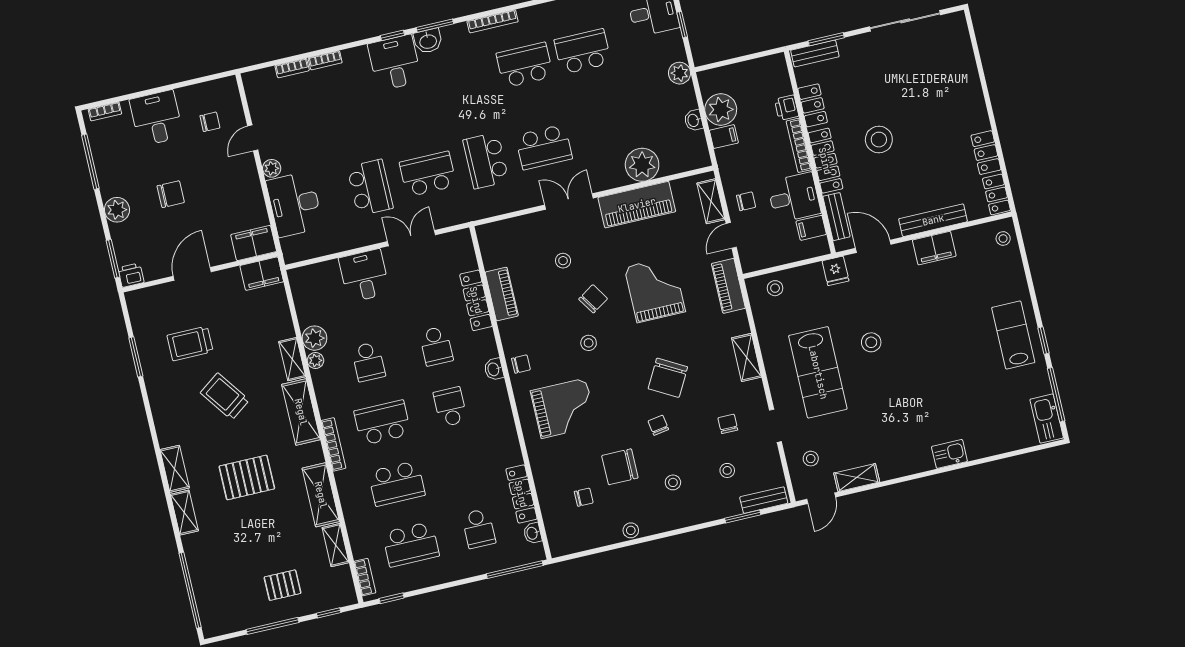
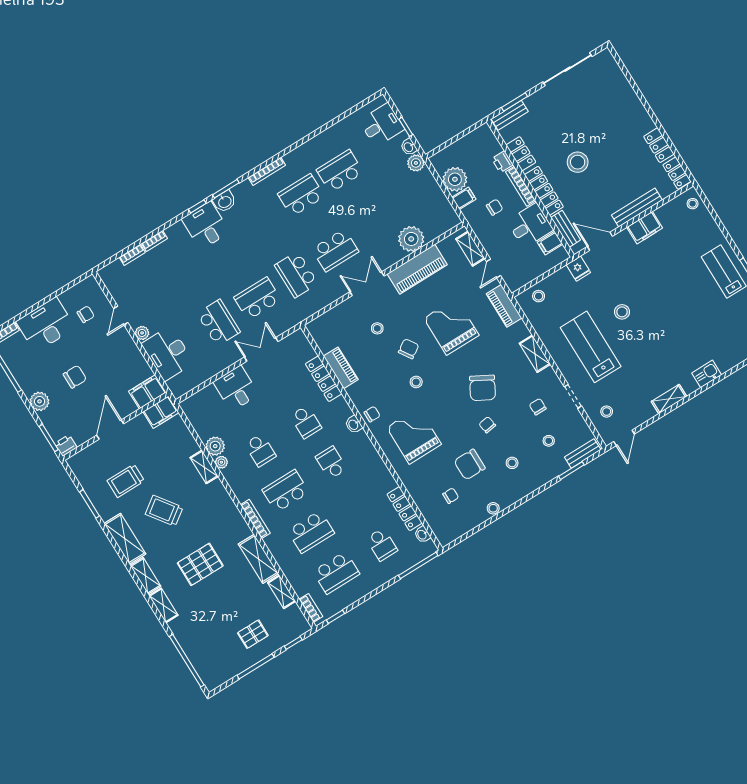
desk: (156, 118) -> (46, 325), width x1.37
washbasin: (694, 120) -> (409, 147), moved
chair: (746, 201) -> (495, 207), moved
lab bench: (818, 372) -> (591, 347), turned 180
grand piano: (563, 408) -> (414, 436), turned -90
shelving: (301, 412) -> (125, 539), moved
shelving: (857, 478) -> (669, 399), moved

